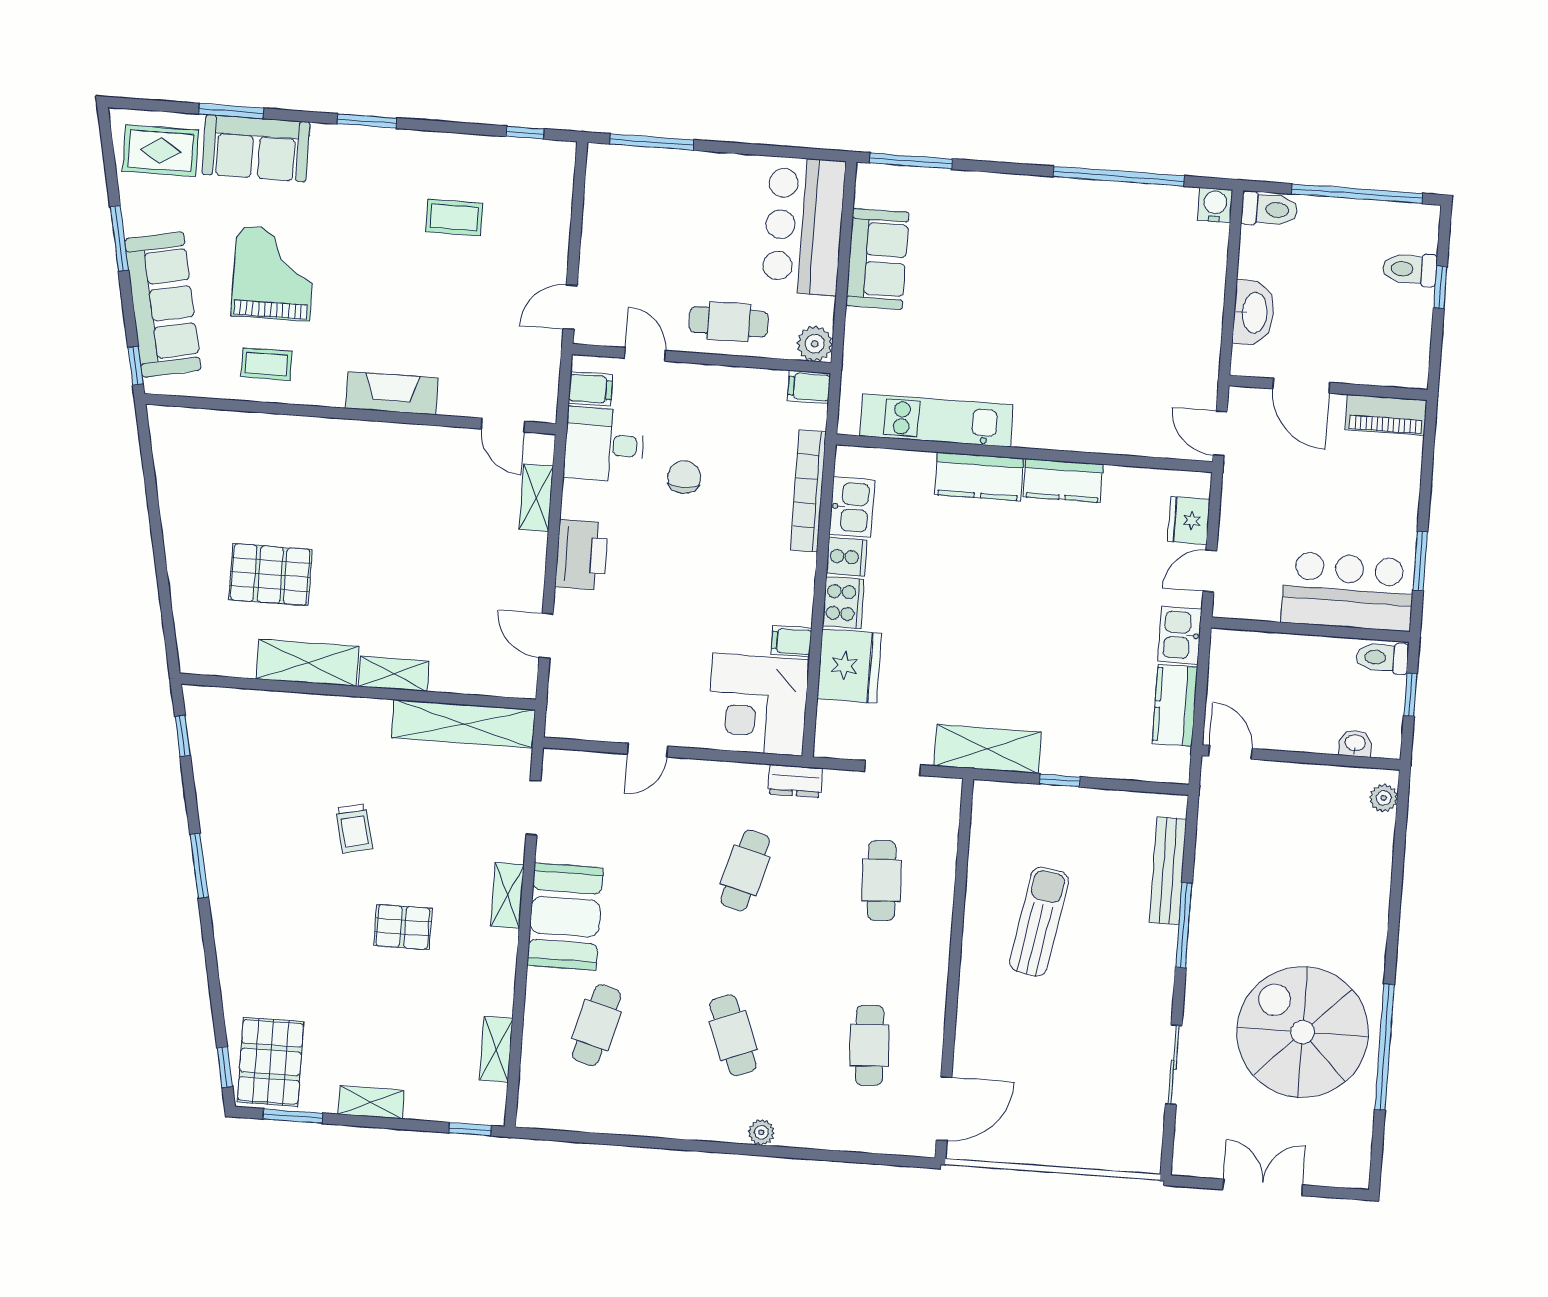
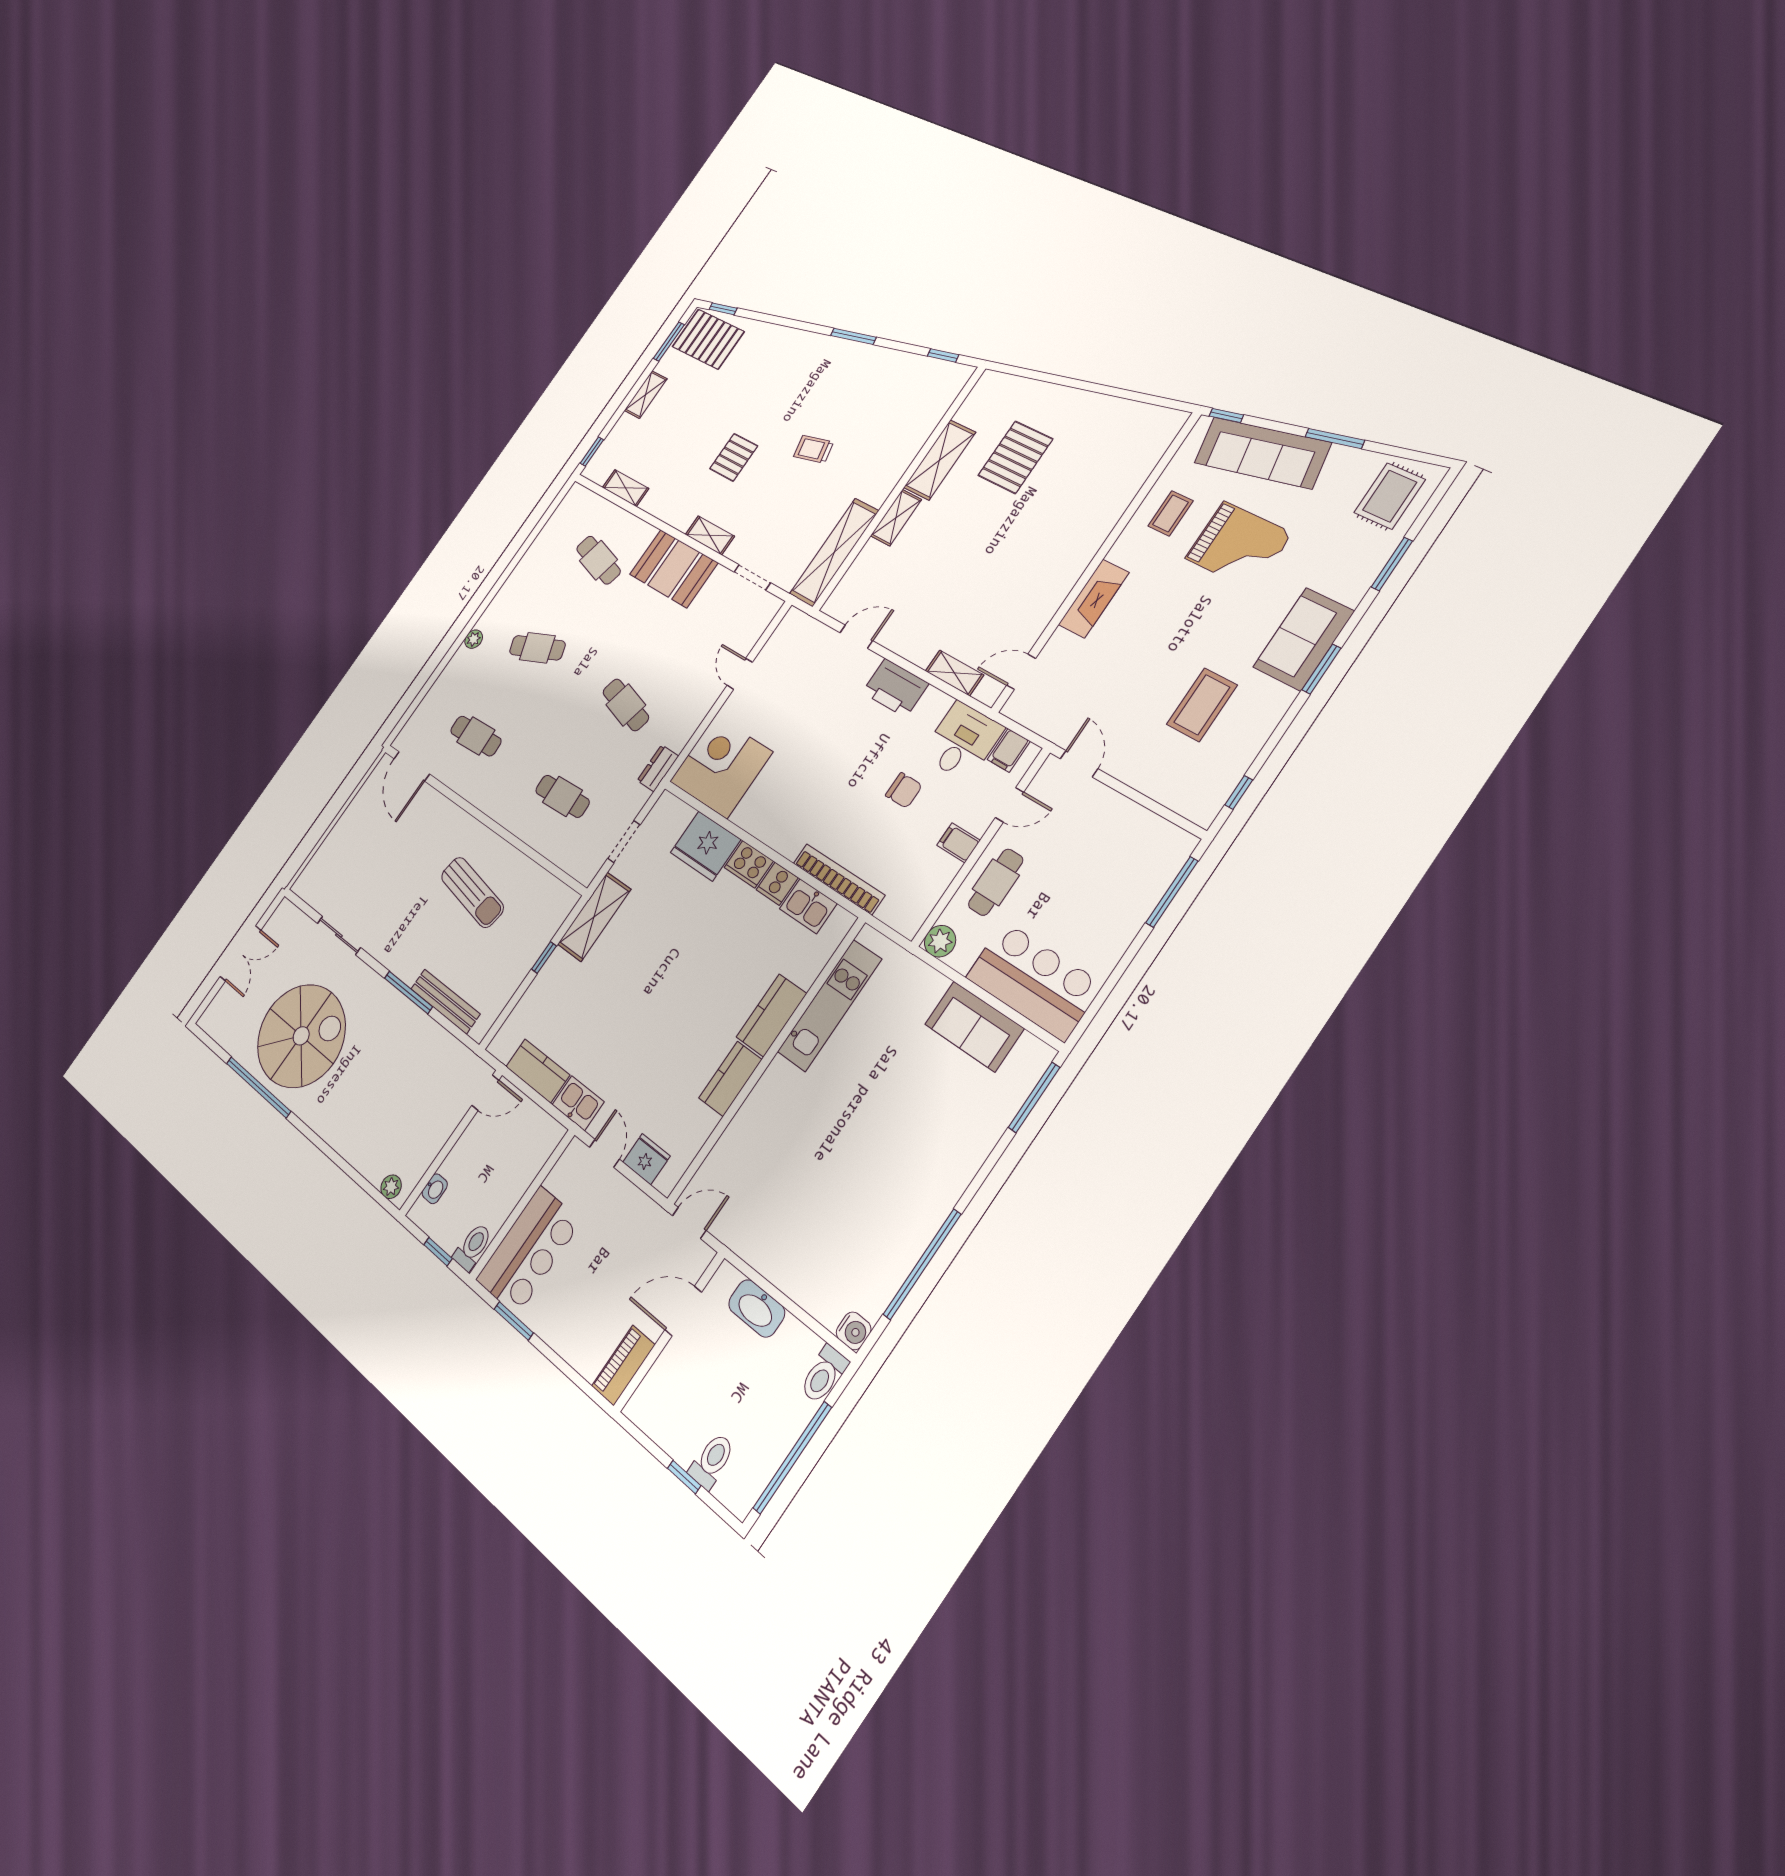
sofa: (256, 148) -> (1304, 639), moved
coffee table: (454, 217) -> (1202, 705), width x1.36, depth x1.30
filing cabinet: (809, 387) -> (958, 843), moved, turned -90
filing cabinet: (792, 641) -> (746, 813), removed

